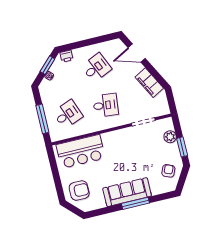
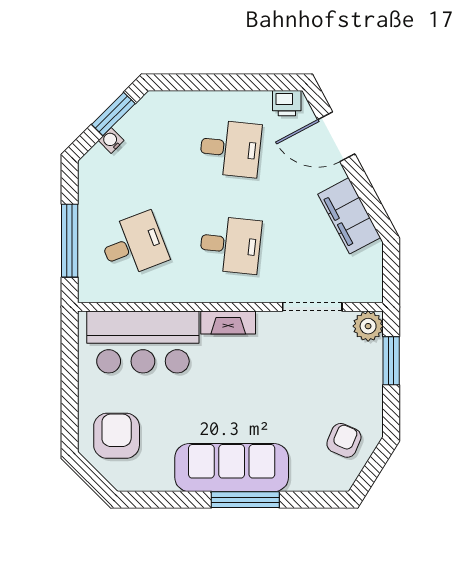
printer: (67, 56) -> (287, 103), moved
desk: (96, 68) -> (230, 148), turned 30
fireplace: (112, 136) -> (228, 323), added
plant: (170, 137) -> (368, 326), moved
window: (182, 147) -> (391, 361), moved
armchair: (79, 191) -> (117, 436), turned -90

